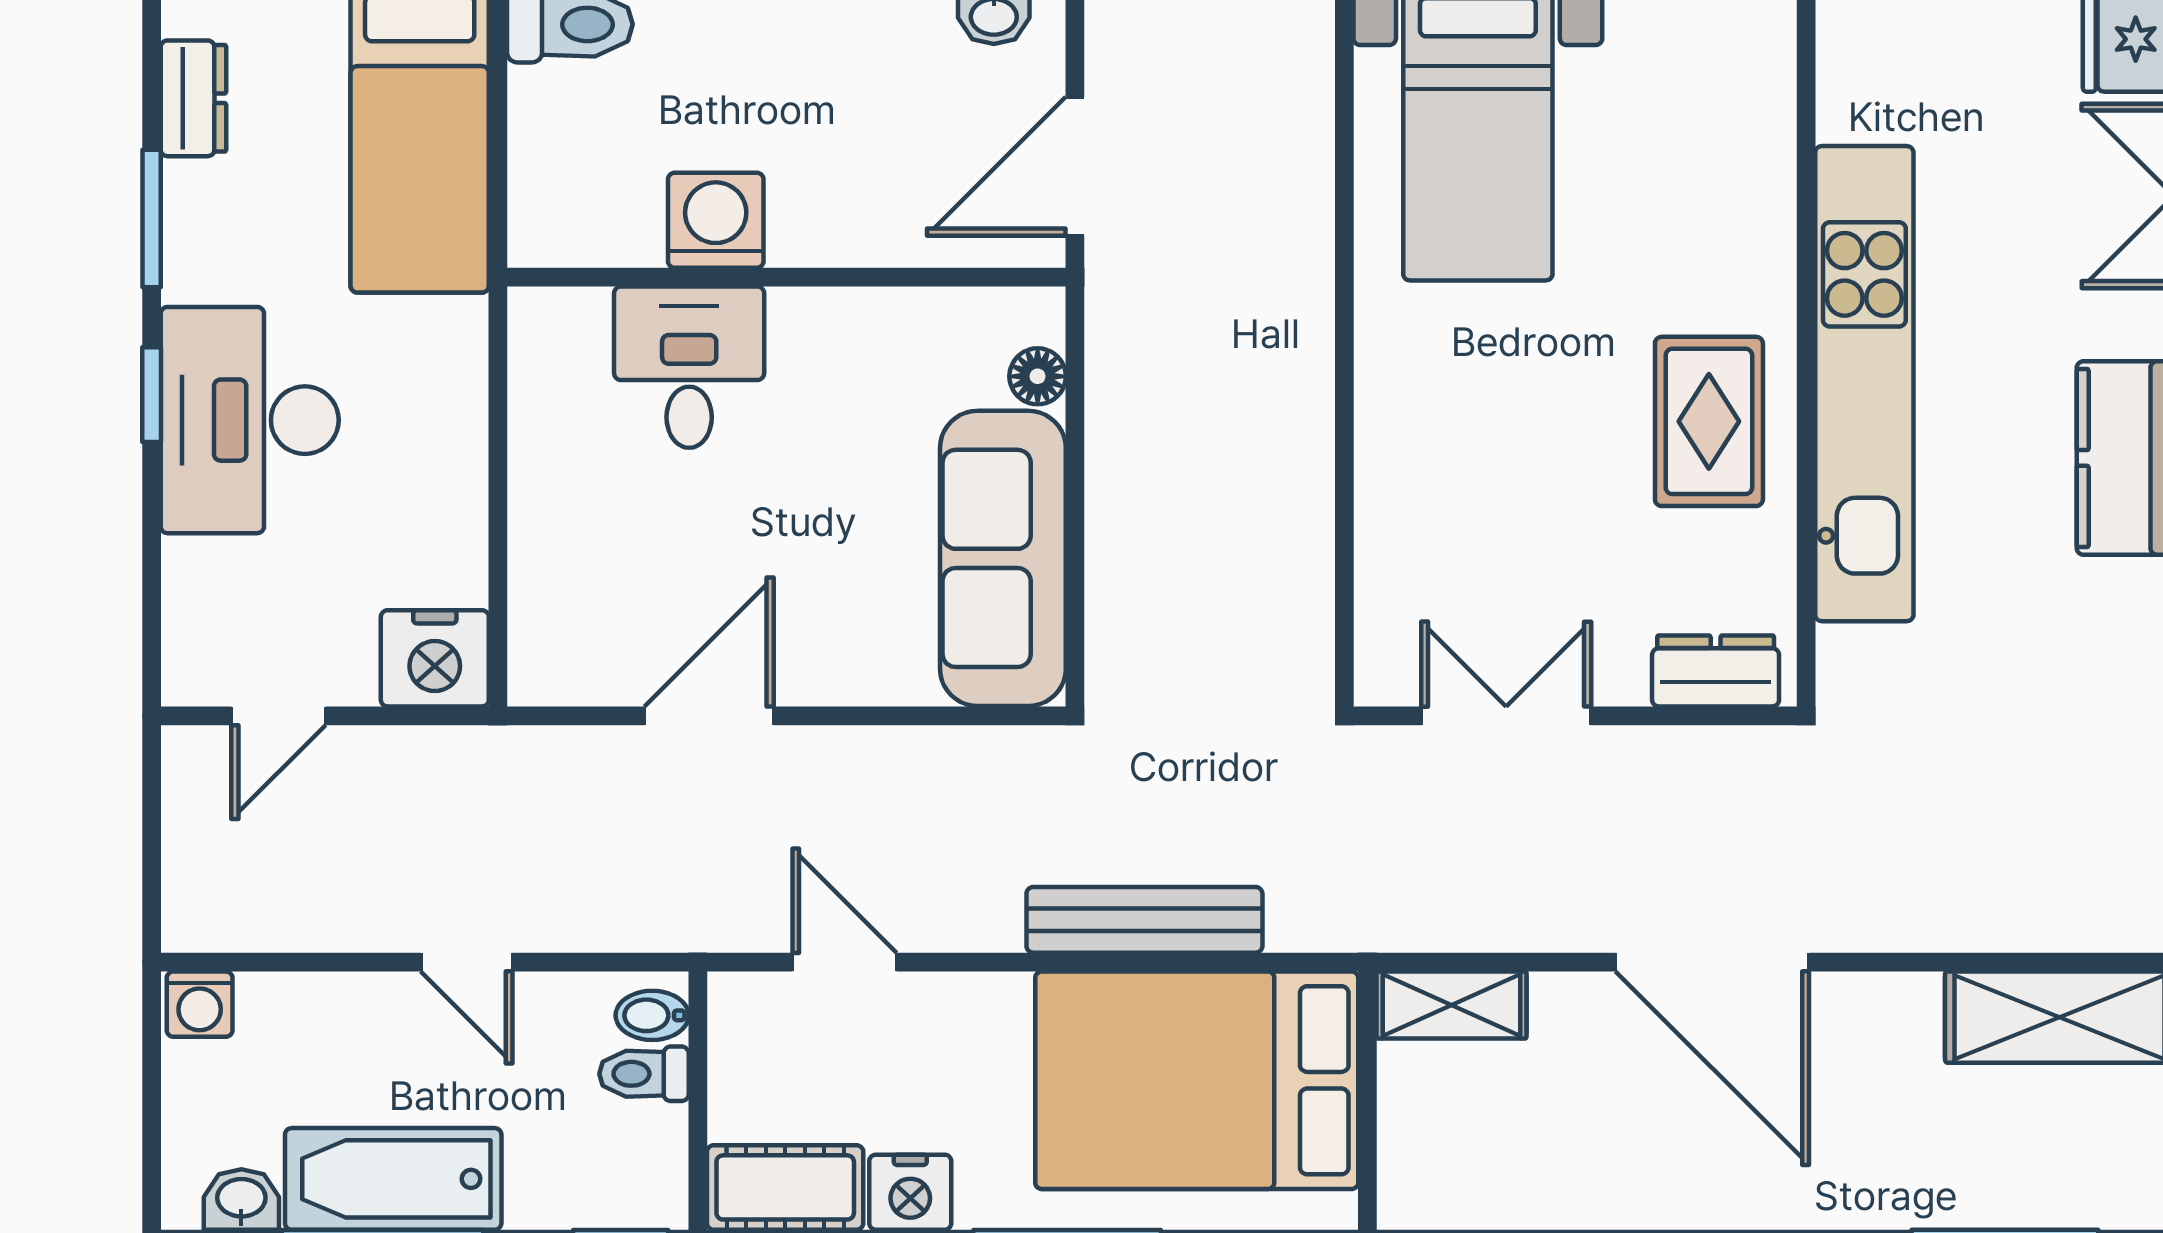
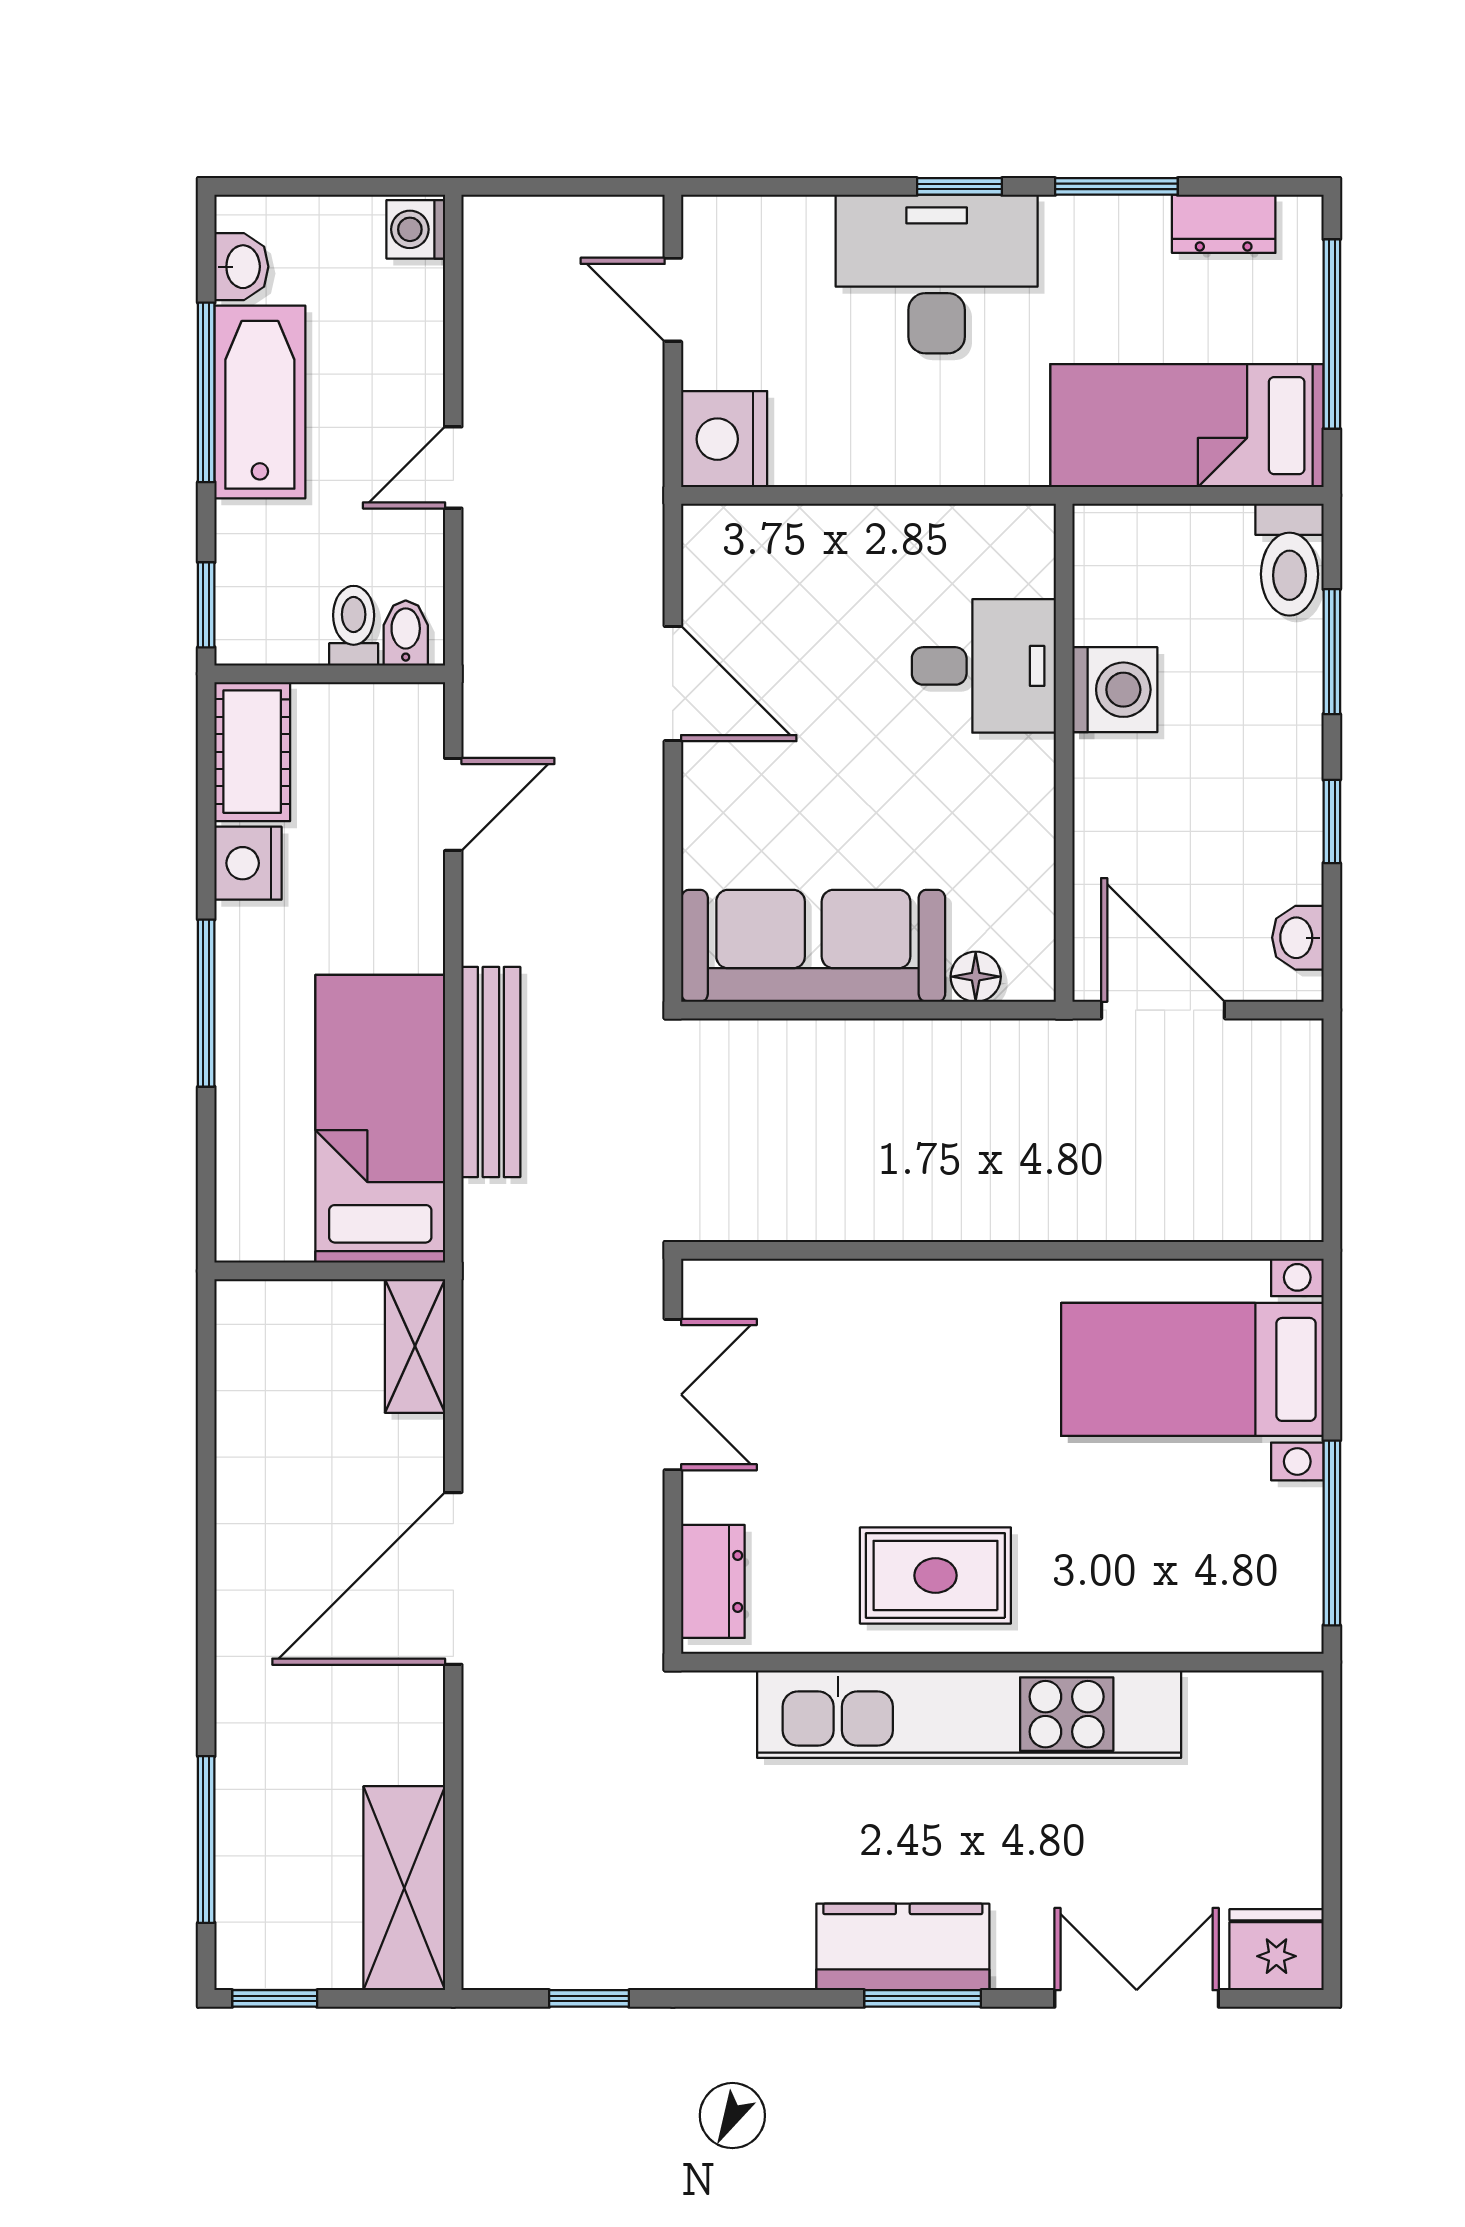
bed: (1197, 1080) -> (380, 1119), width x0.67

